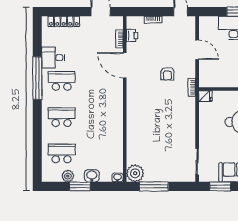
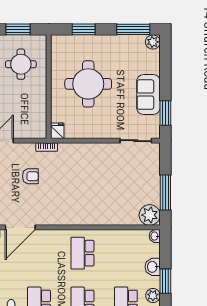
school desk: (103, 117) -> (82, 253), added

